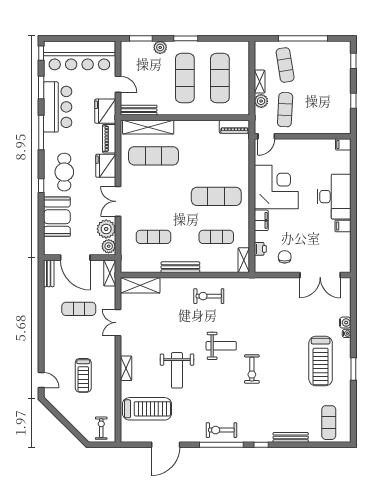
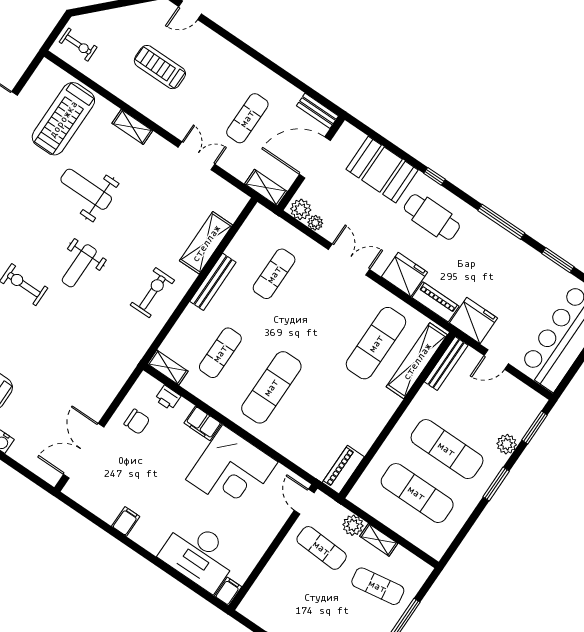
bar counter: (58, 107) -> (519, 264), removed
desk: (334, 197) -> (199, 555), moved
plant: (106, 229) -> (315, 223), width x0.53, depth x0.53
shelving: (140, 285) -> (206, 243), moved

